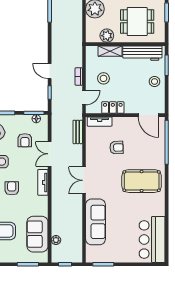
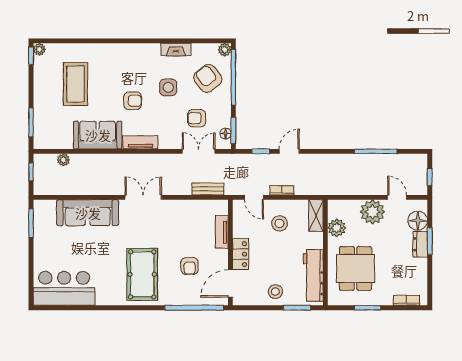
shelving: (110, 51) -> (316, 216), moved
locker: (113, 108) -> (241, 254), moved
tv unit: (100, 122) -> (222, 232), moved
armchair: (117, 148) -> (190, 266), moved
double door: (50, 154) -> (199, 151), moved
sofa: (37, 234) -> (98, 135), moved

